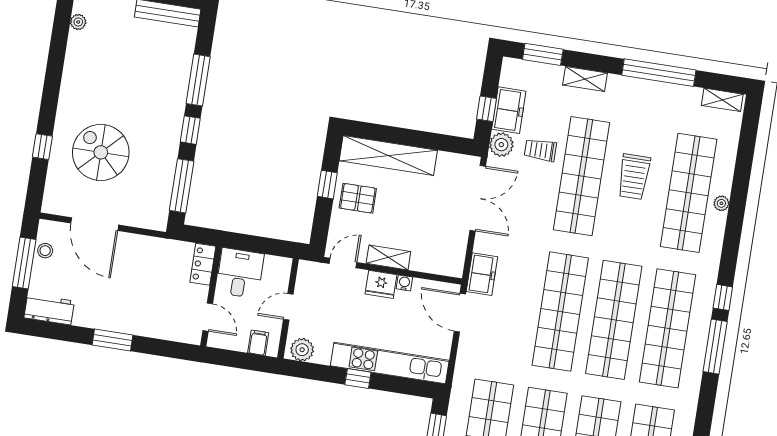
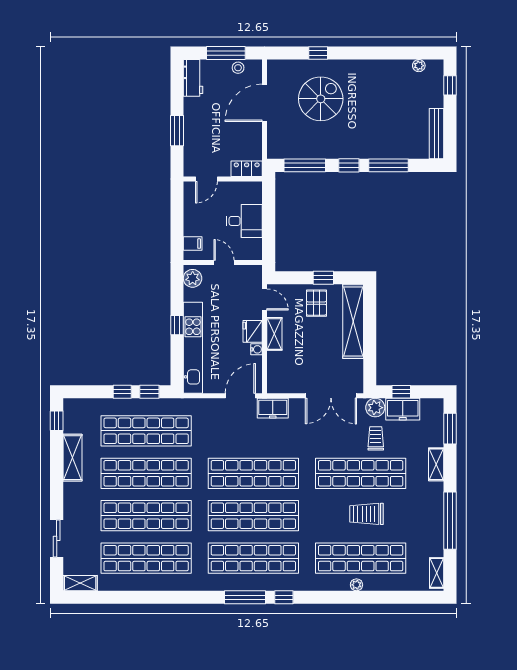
locker: (203, 264) -> (247, 169), moved
wall: (211, 296) -> (223, 179), moved
door: (208, 317) -> (206, 179), moved

